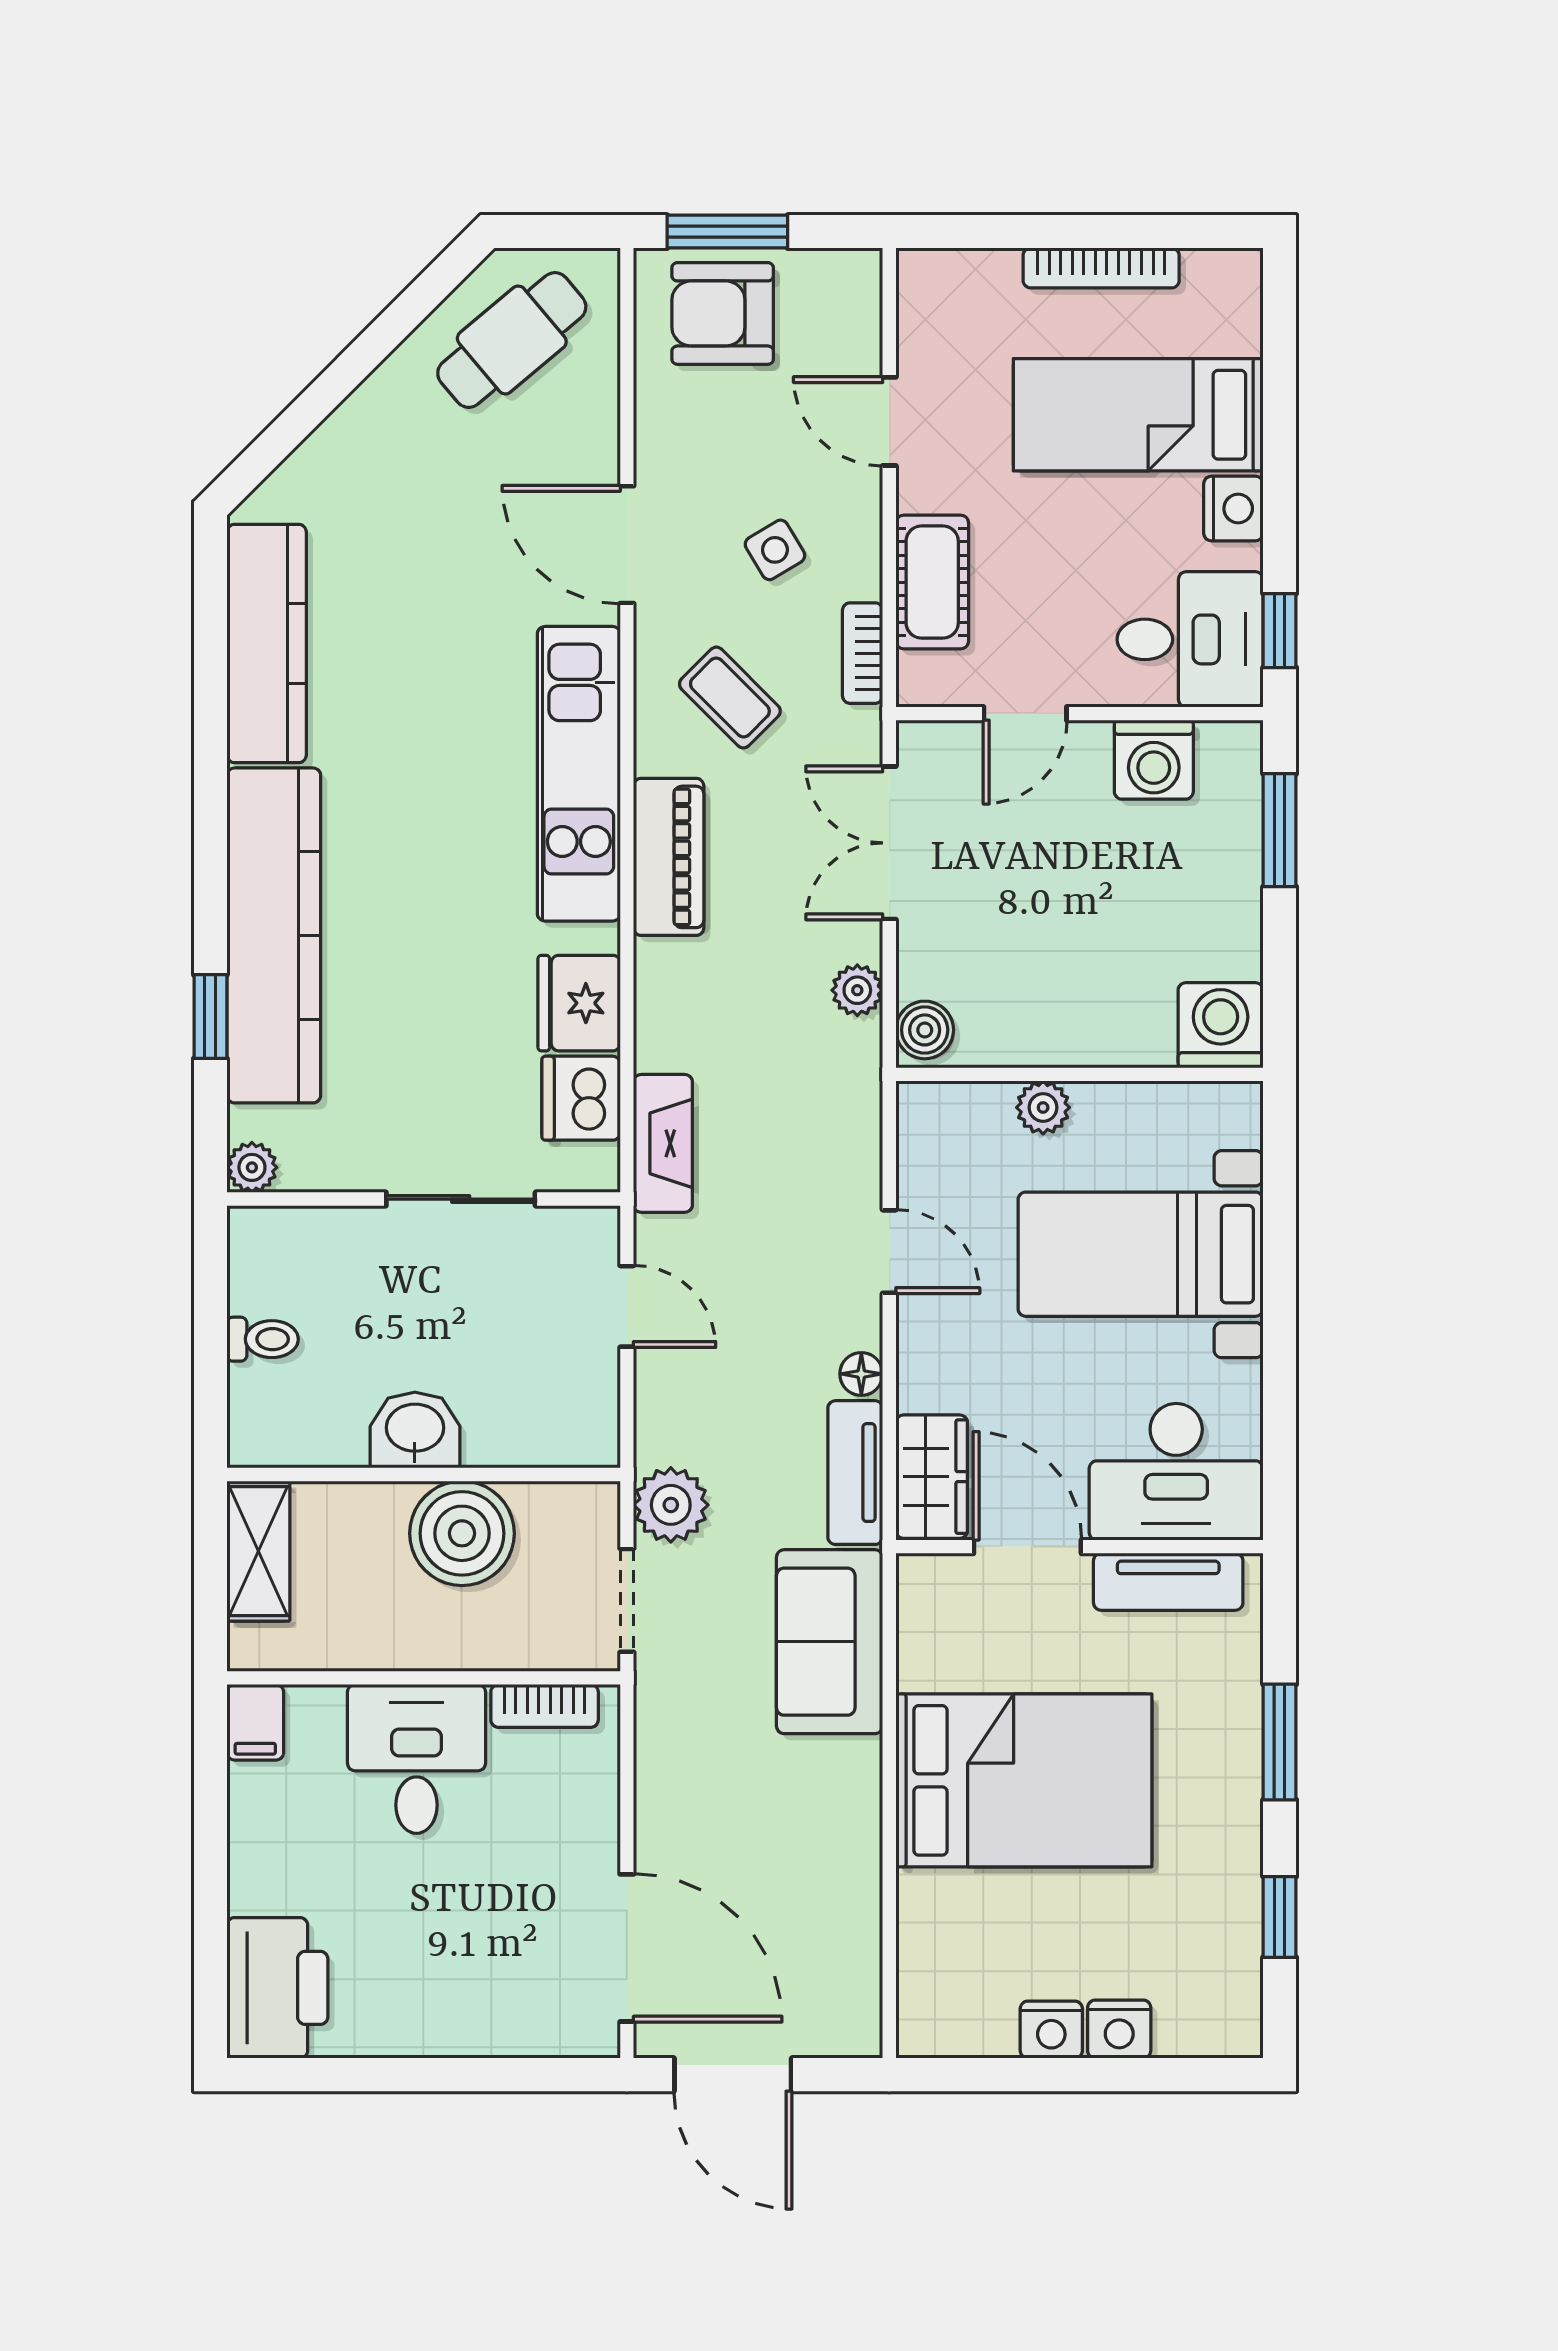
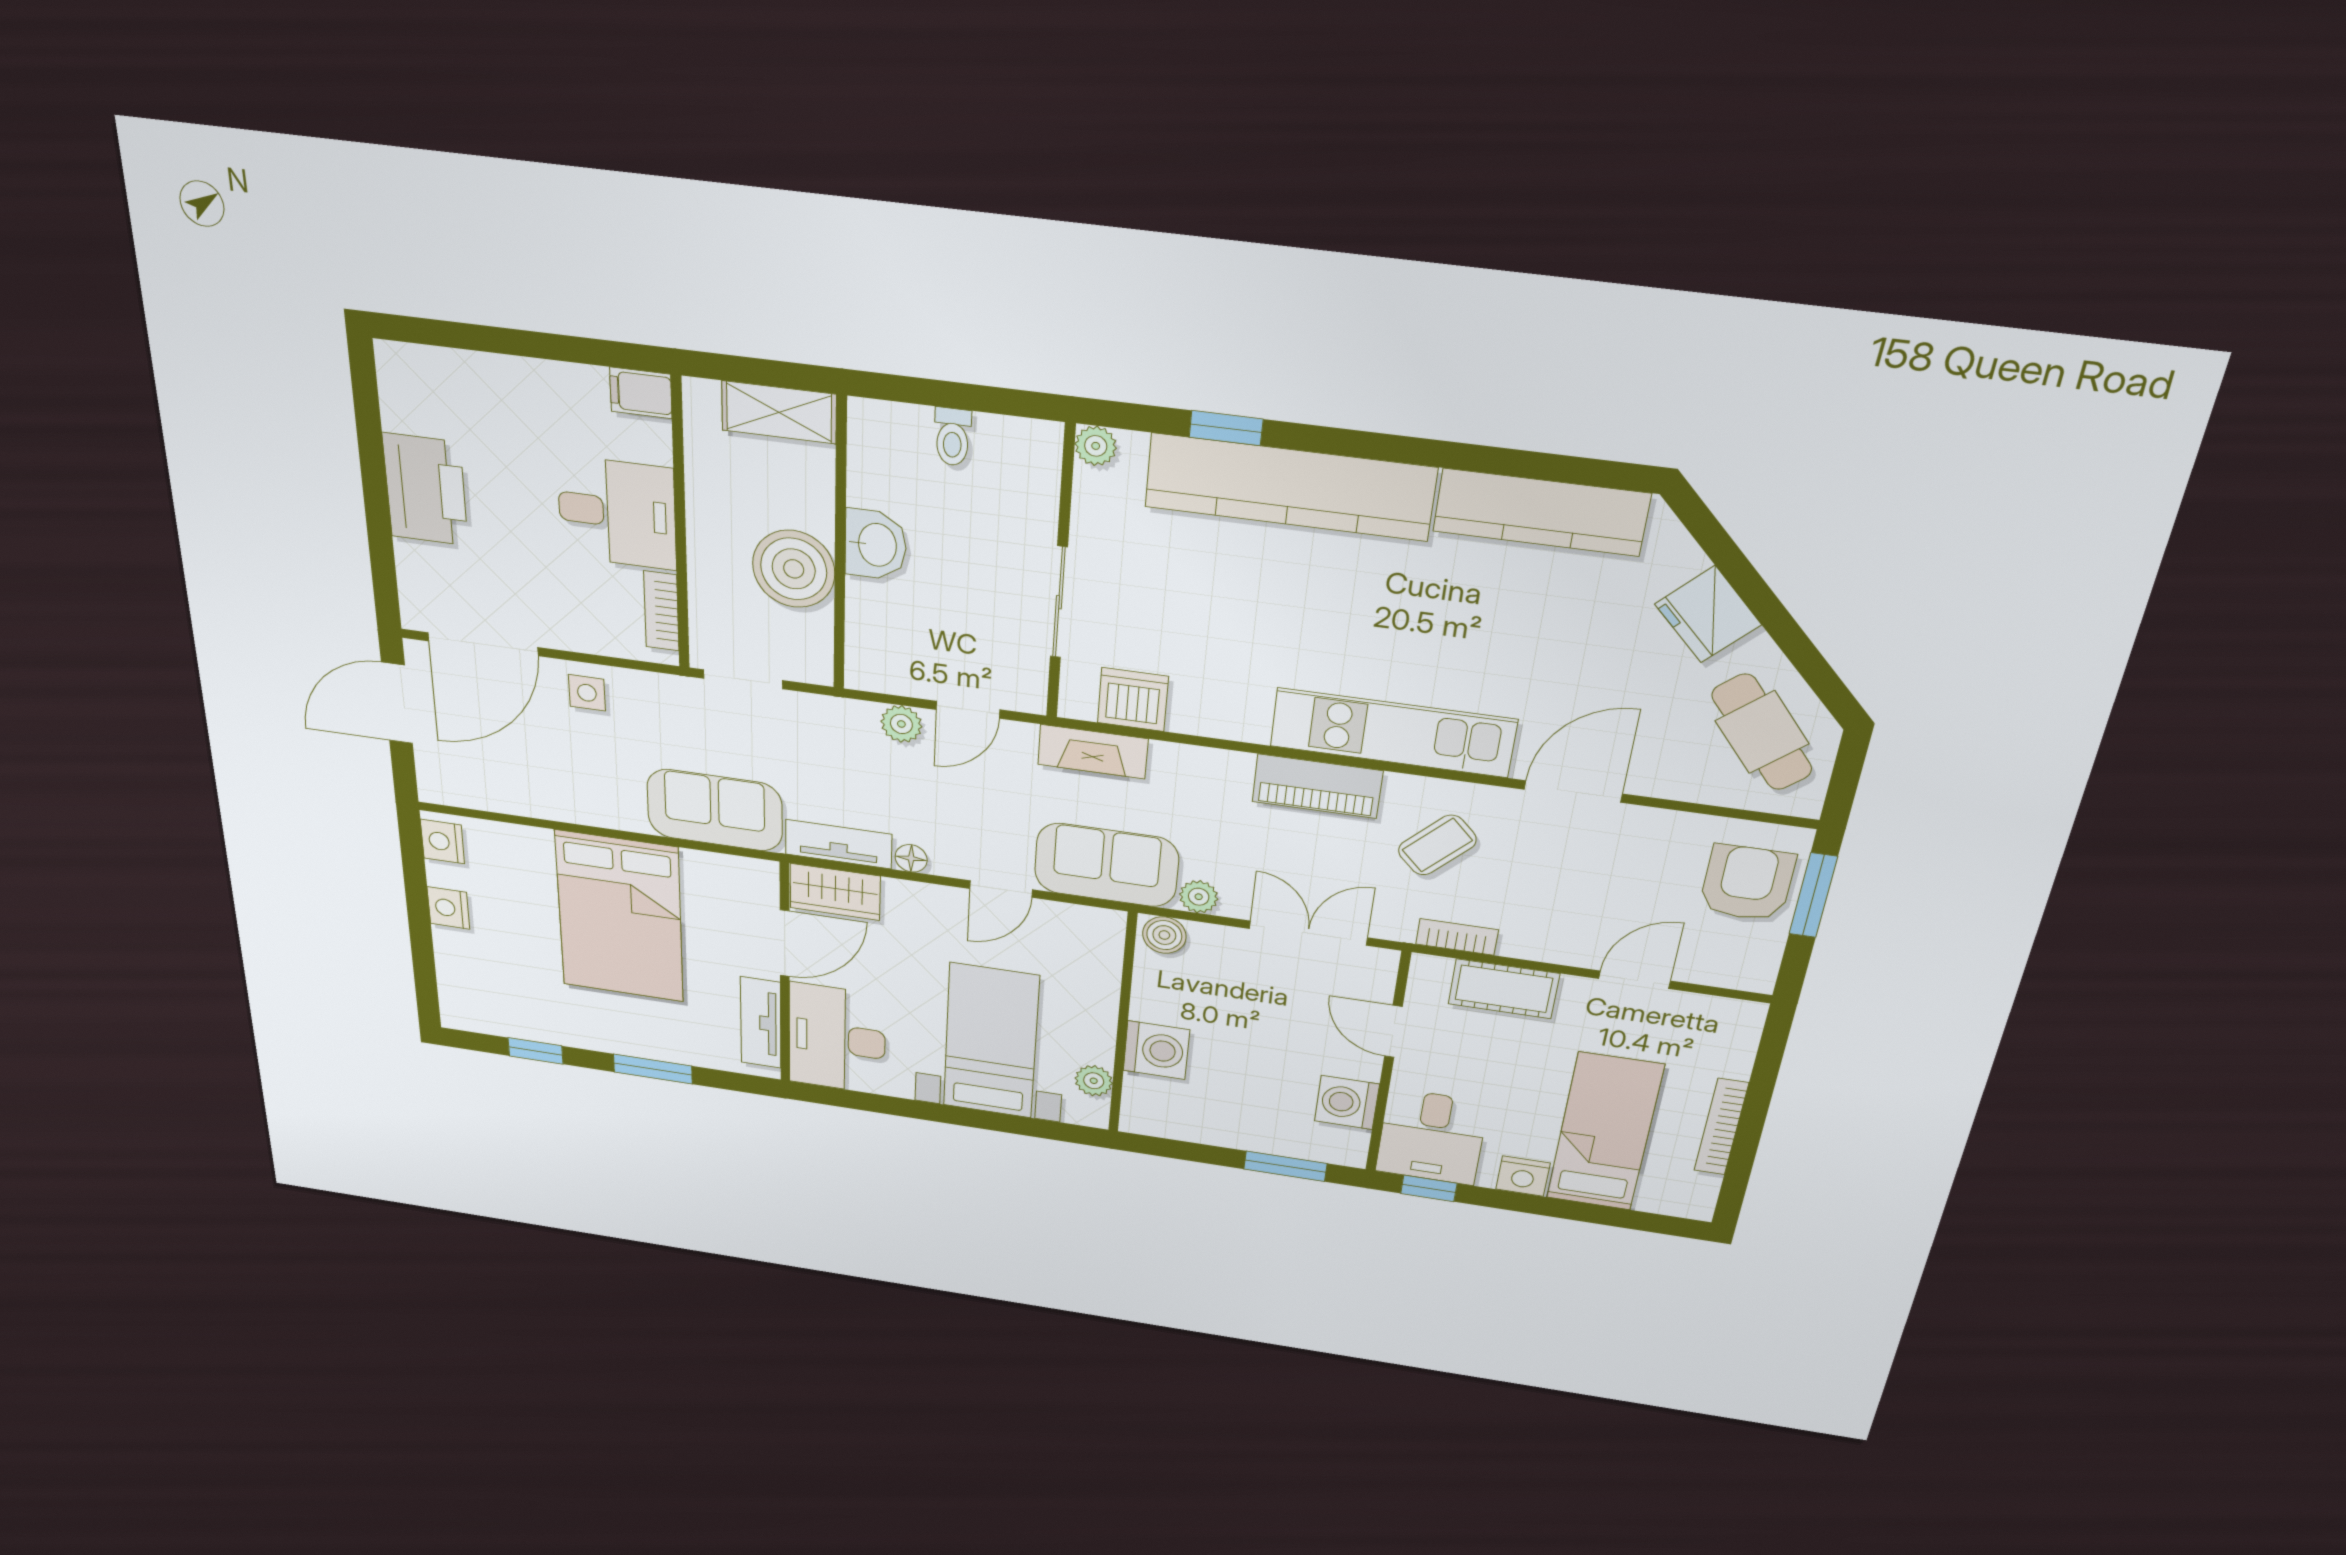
side table: (775, 550) -> (587, 693), moved, turned 31
fridge: (579, 1003) -> (1708, 614), moved, turned -135
washing machine: (1221, 1025) -> (1156, 1050), moved
plant: (1043, 1107) -> (1094, 1081), moved
sofa: (829, 1114) -> (1106, 865), added
plant: (671, 1505) -> (901, 724), moved, width x0.73, depth x0.73
printer: (277, 1988) -> (425, 490), moved, turned -90
nightstand: (1119, 2029) -> (442, 842), moved

